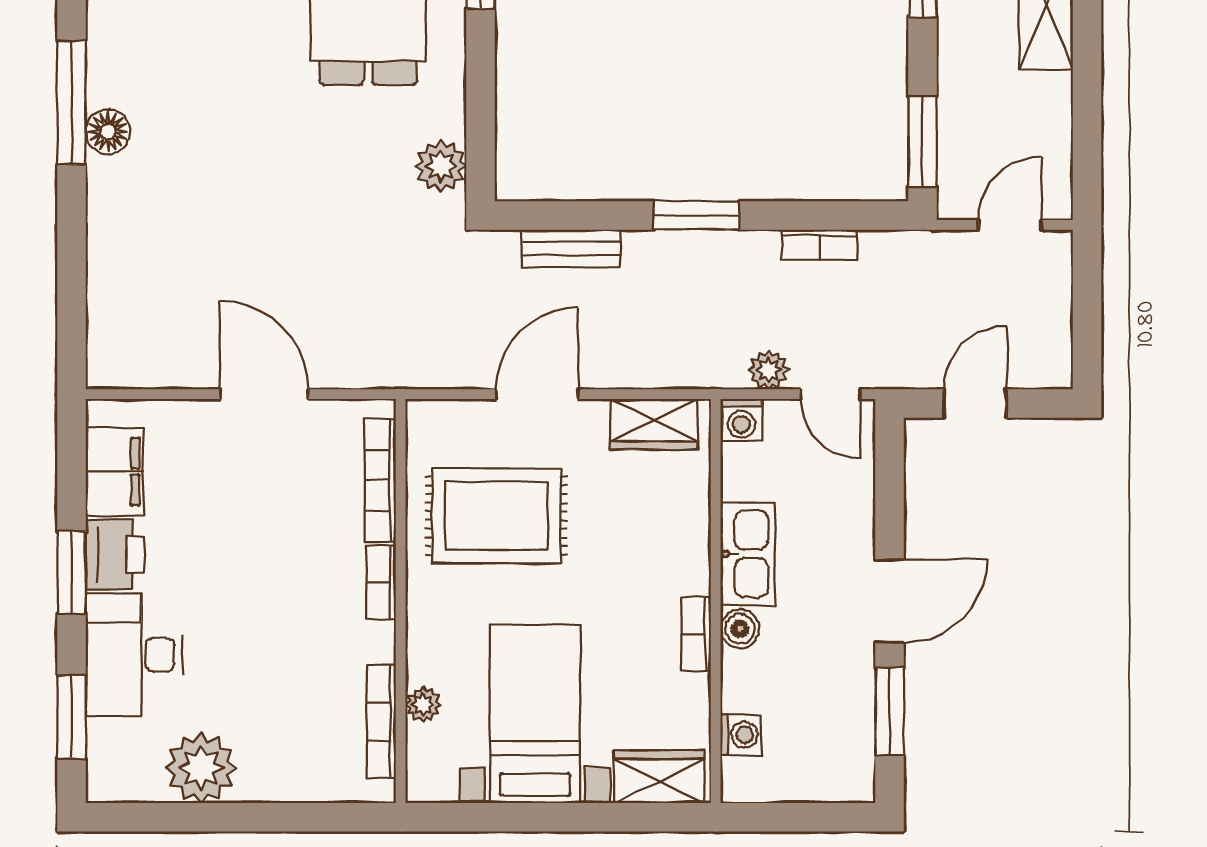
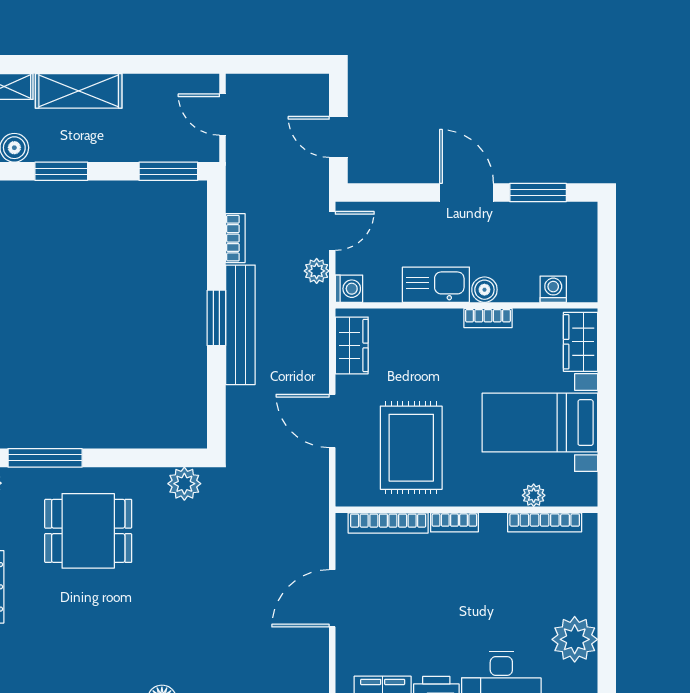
bench: (571, 248) -> (240, 325), moved, width x1.86, depth x1.21

